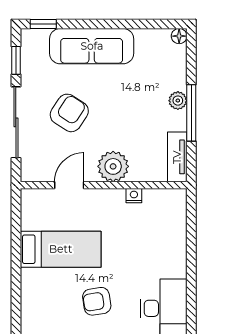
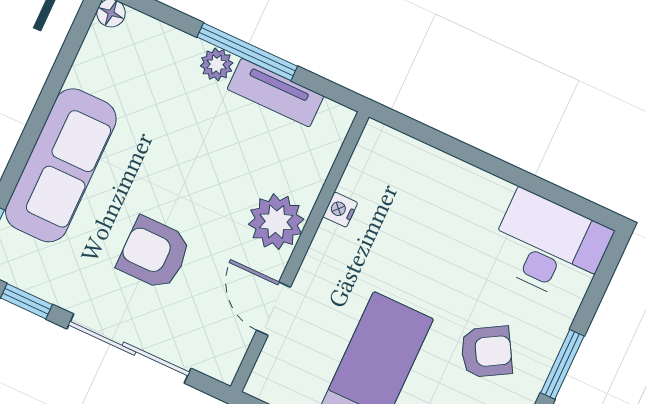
armchair: (69, 113) -> (154, 253), turned -33
tv unit: (177, 157) -> (275, 93), moved
armchair: (97, 301) -> (486, 352), turned -111

